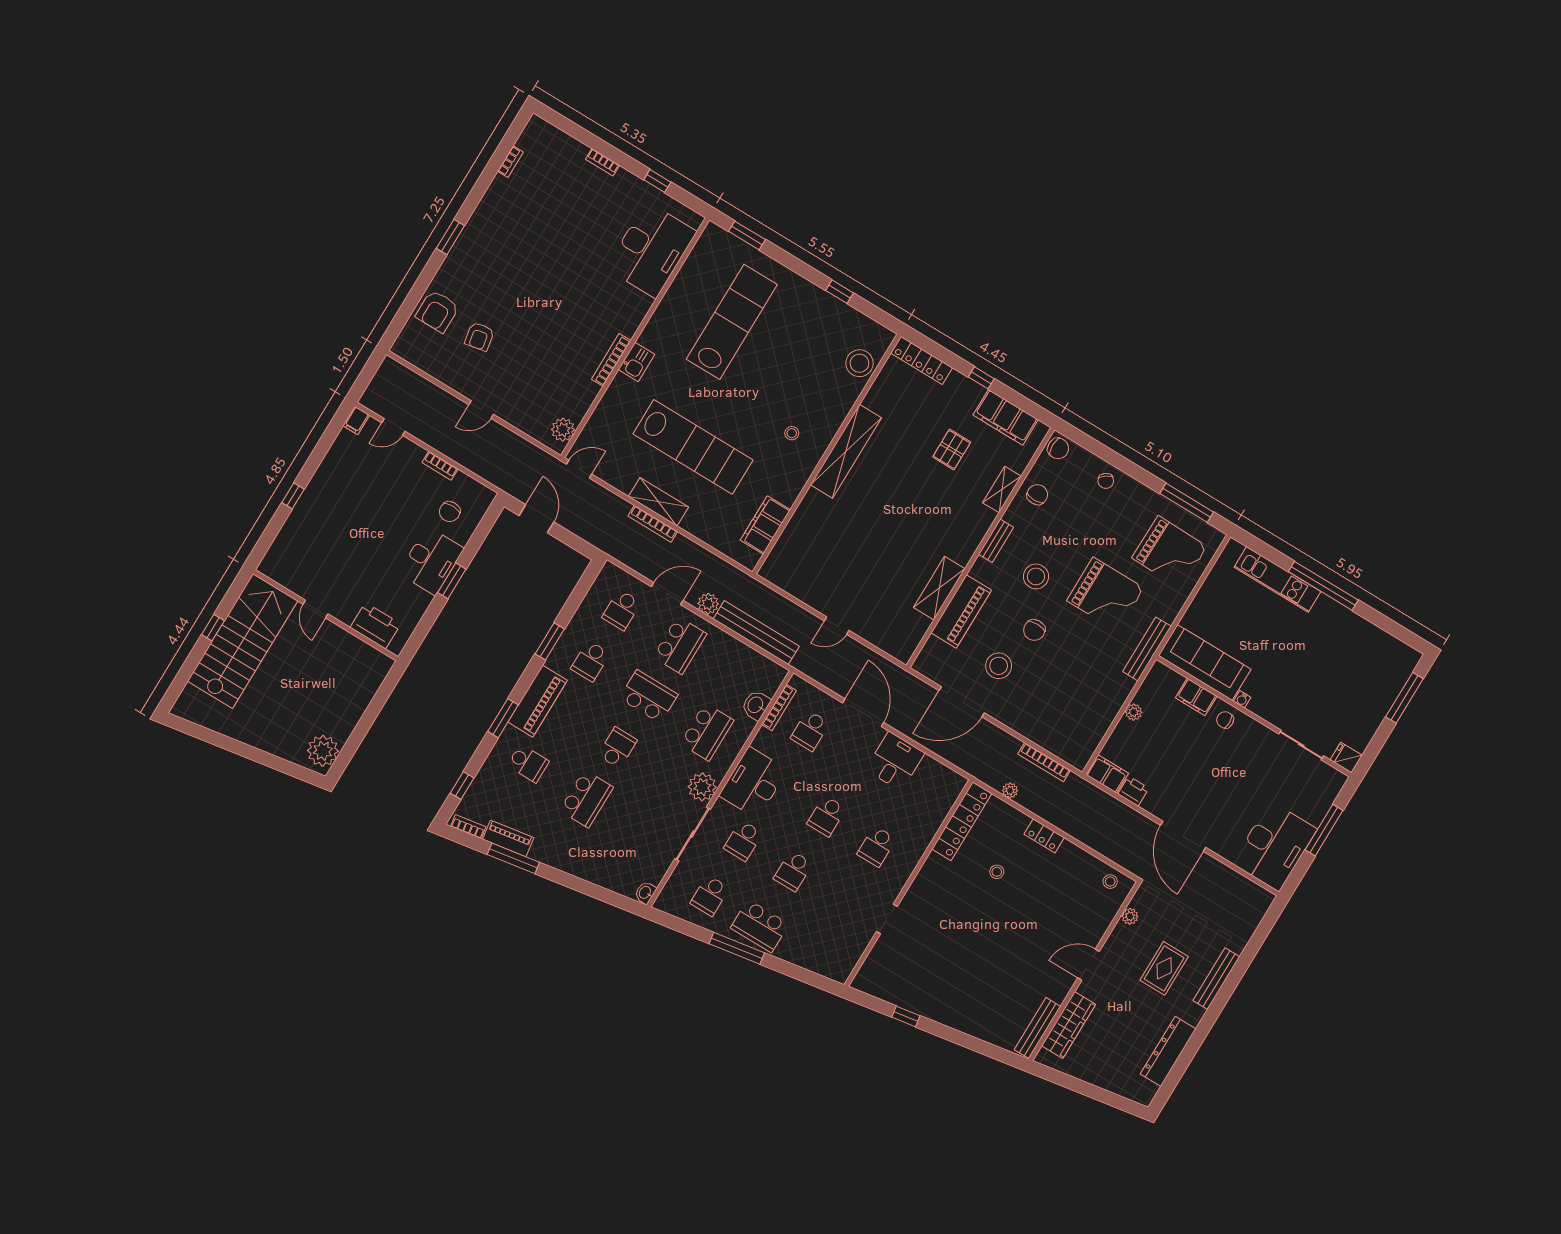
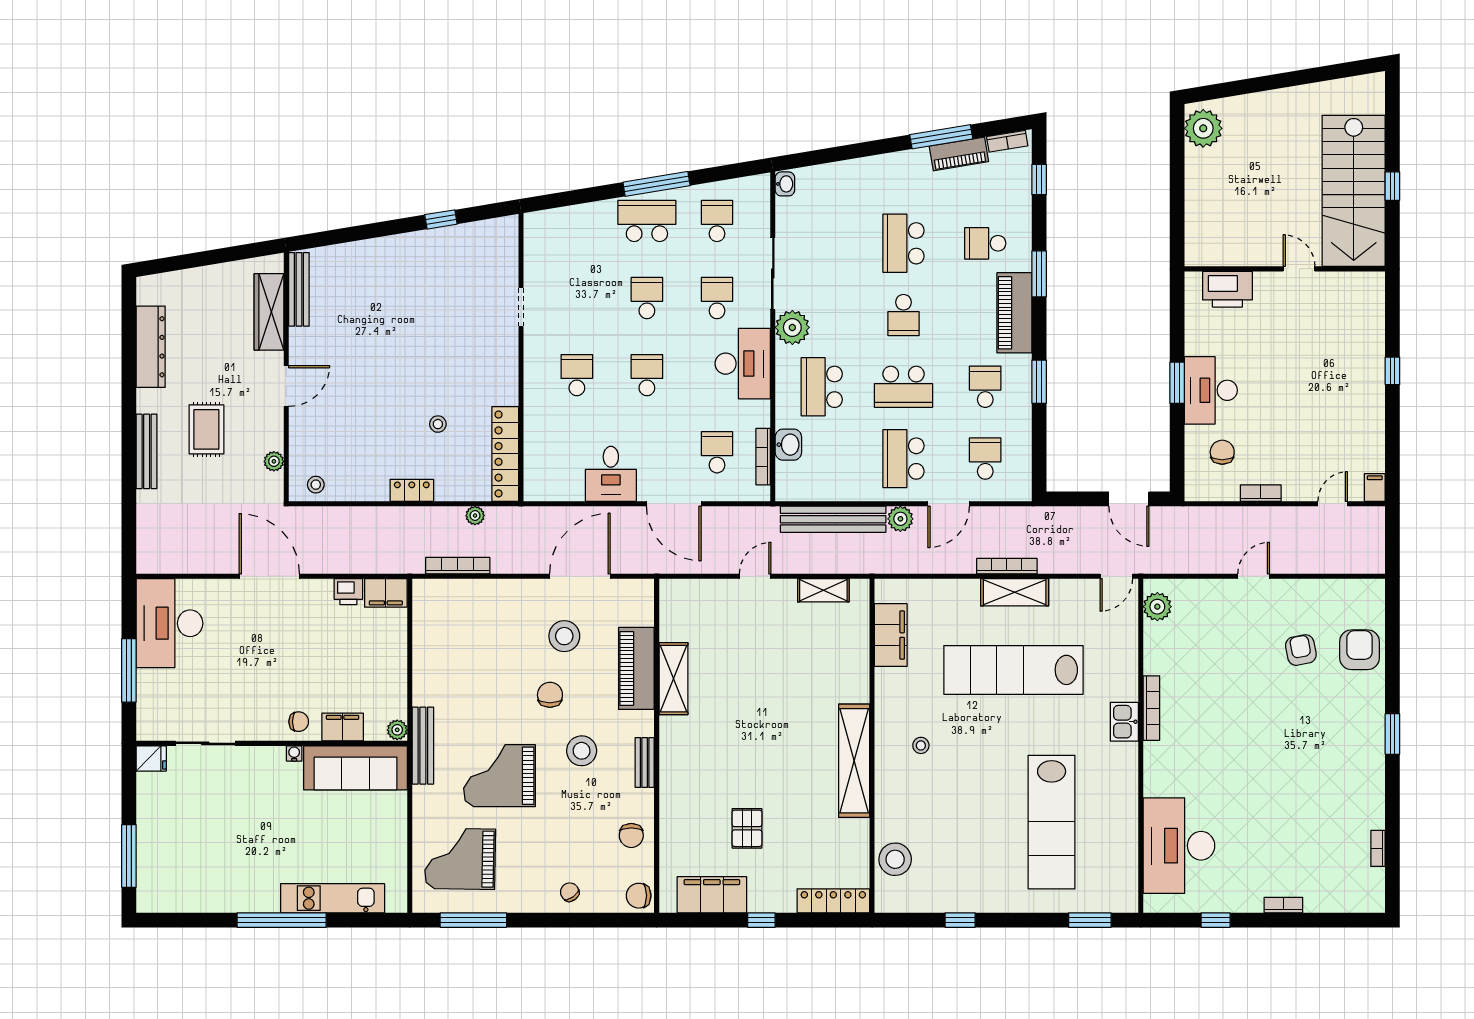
shelving: (1002, 489) -> (823, 590), moved, turned 90
plant: (1134, 712) -> (397, 730), moved

